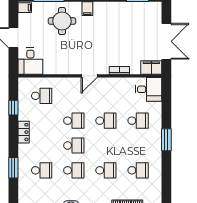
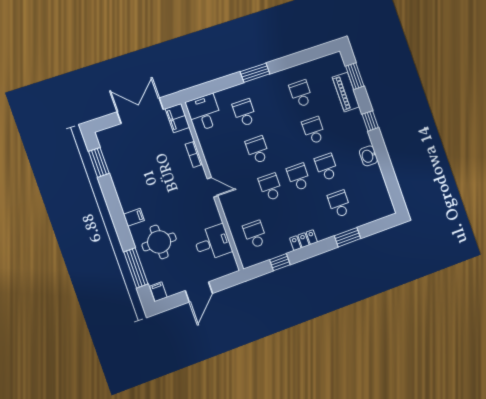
desk: (30, 61) -> (213, 243), moved

